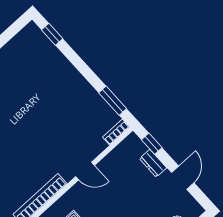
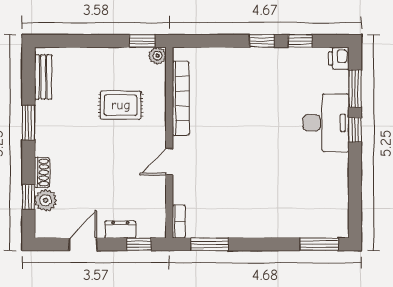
window: (52, 34) -> (319, 244), width x1.50
door: (183, 178) -> (83, 244), swing flipped

